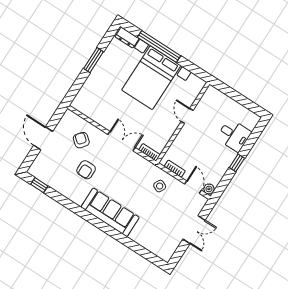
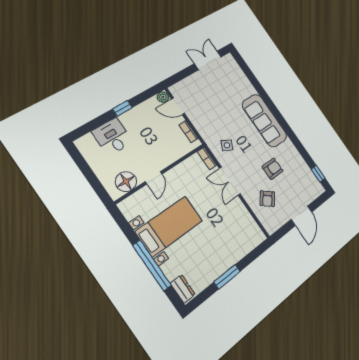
bed with nightstands: (151, 78) -> (169, 226), width x0.73
floor lamp: (207, 103) -> (126, 182), added
side table: (160, 186) -> (227, 145), moved
door: (193, 187) -> (178, 106), hinge flipped
double door: (194, 230) -> (208, 60), moved

